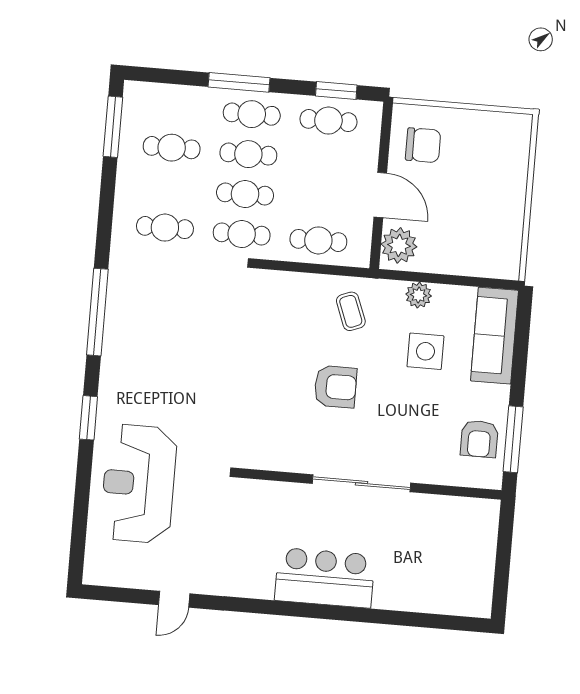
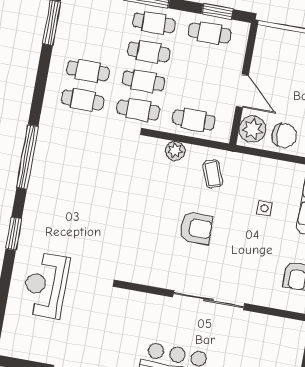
chair: (423, 145) -> (284, 136), moved
cafe table: (172, 148) -> (88, 71), moved
plant: (419, 295) -> (175, 151), moved
side table: (425, 351) -> (264, 208), width x0.54, depth x0.54
reception desk: (139, 484) -> (46, 285), width x0.74, depth x0.77

